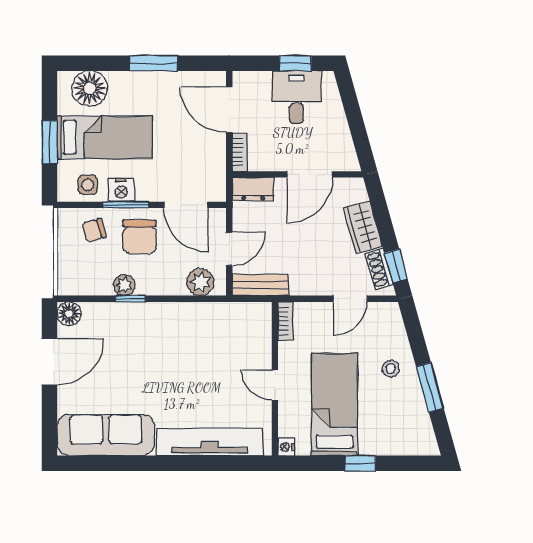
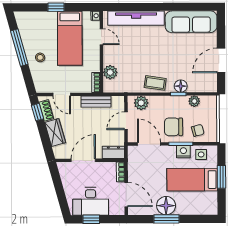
floor lamp: (90, 88) -> (166, 206), moved
desk: (297, 97) -> (91, 201), width x1.37
chair: (140, 237) -> (174, 127), turned -90
plant: (124, 285) -> (194, 101), moved
bench: (260, 285) -> (96, 102), moved
door: (350, 299) -> (62, 94), swing flipped
floor lamp: (69, 314) -> (181, 86), moved
coffee table: (174, 320) -> (155, 83), added
plant: (259, 340) -> (110, 72), added
door: (275, 385) -> (101, 37), moved
window: (430, 387) -> (19, 48), width x1.44

